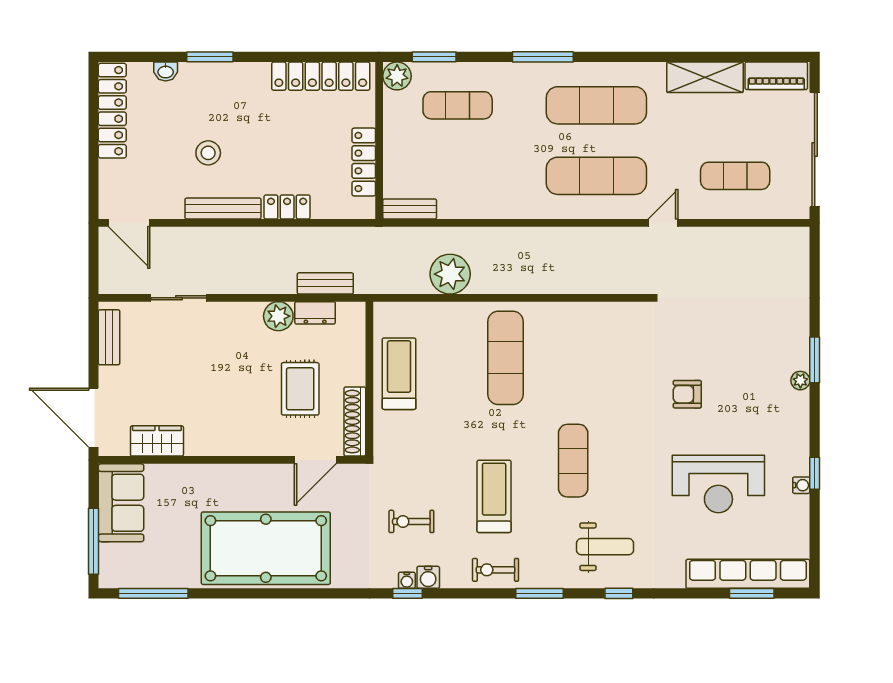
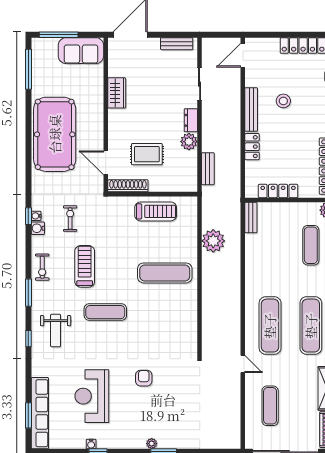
dresser: (315, 313) -> (191, 120), moved
wardrobe: (157, 441) -> (117, 93), moved
treadmill: (494, 496) -> (85, 266), turned -90
exercise bike: (496, 570) -> (42, 267), turned 180

